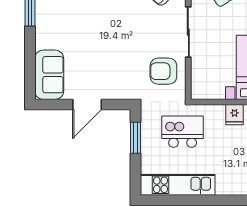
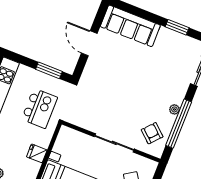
armchair: (163, 71) -> (92, 112), removed
sofa: (49, 75) -> (130, 26), width x1.36

